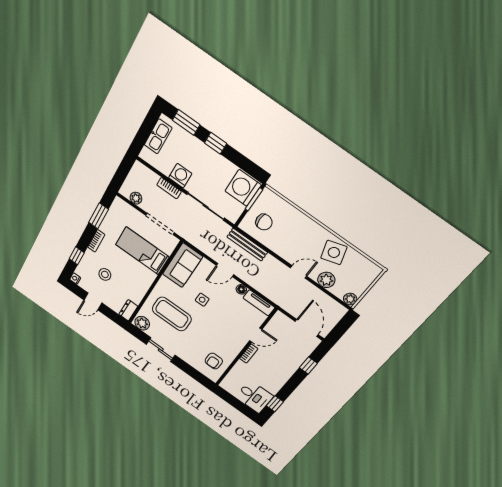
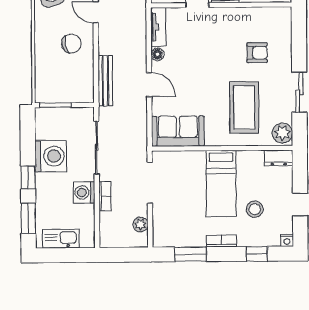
washing machine: (243, 188) -> (51, 156), moved, turned -90
chair: (264, 222) -> (71, 44), moved, turned 77
bed: (142, 251) -> (221, 184), moved
side table: (202, 300) -> (201, 86), removed
armchair: (214, 361) -> (257, 53), moved

